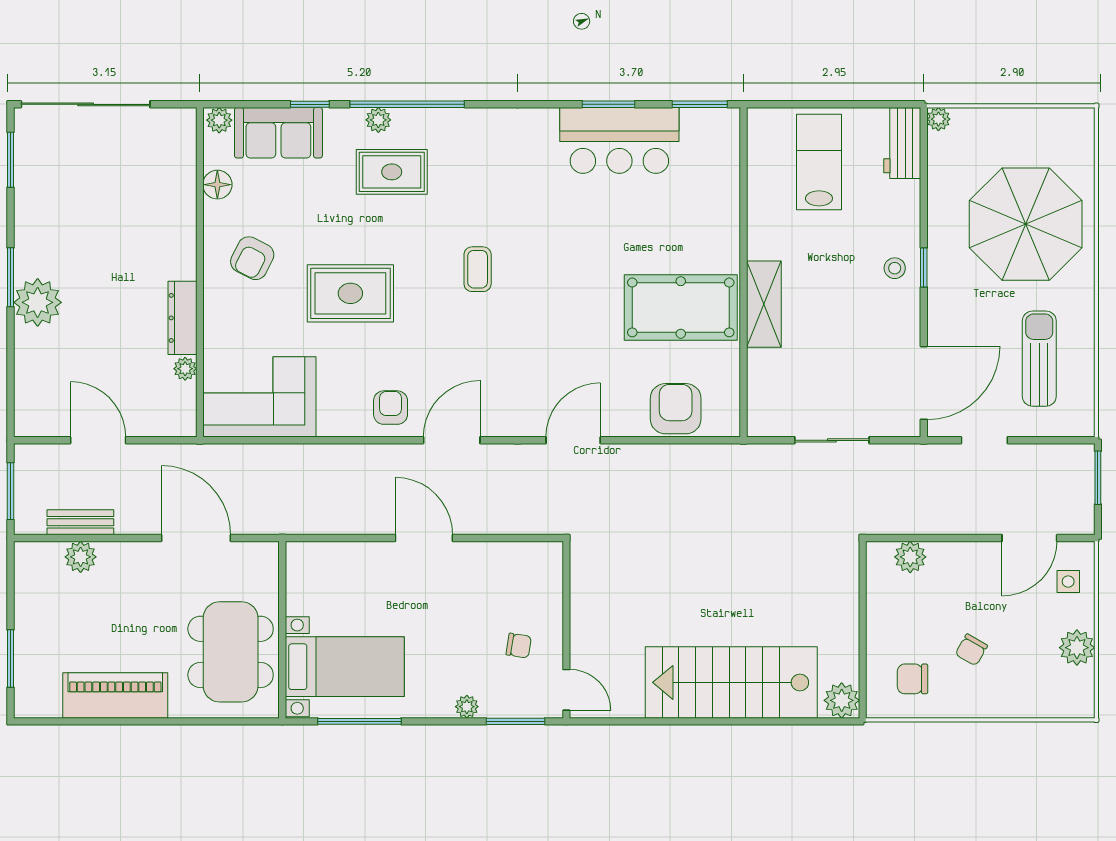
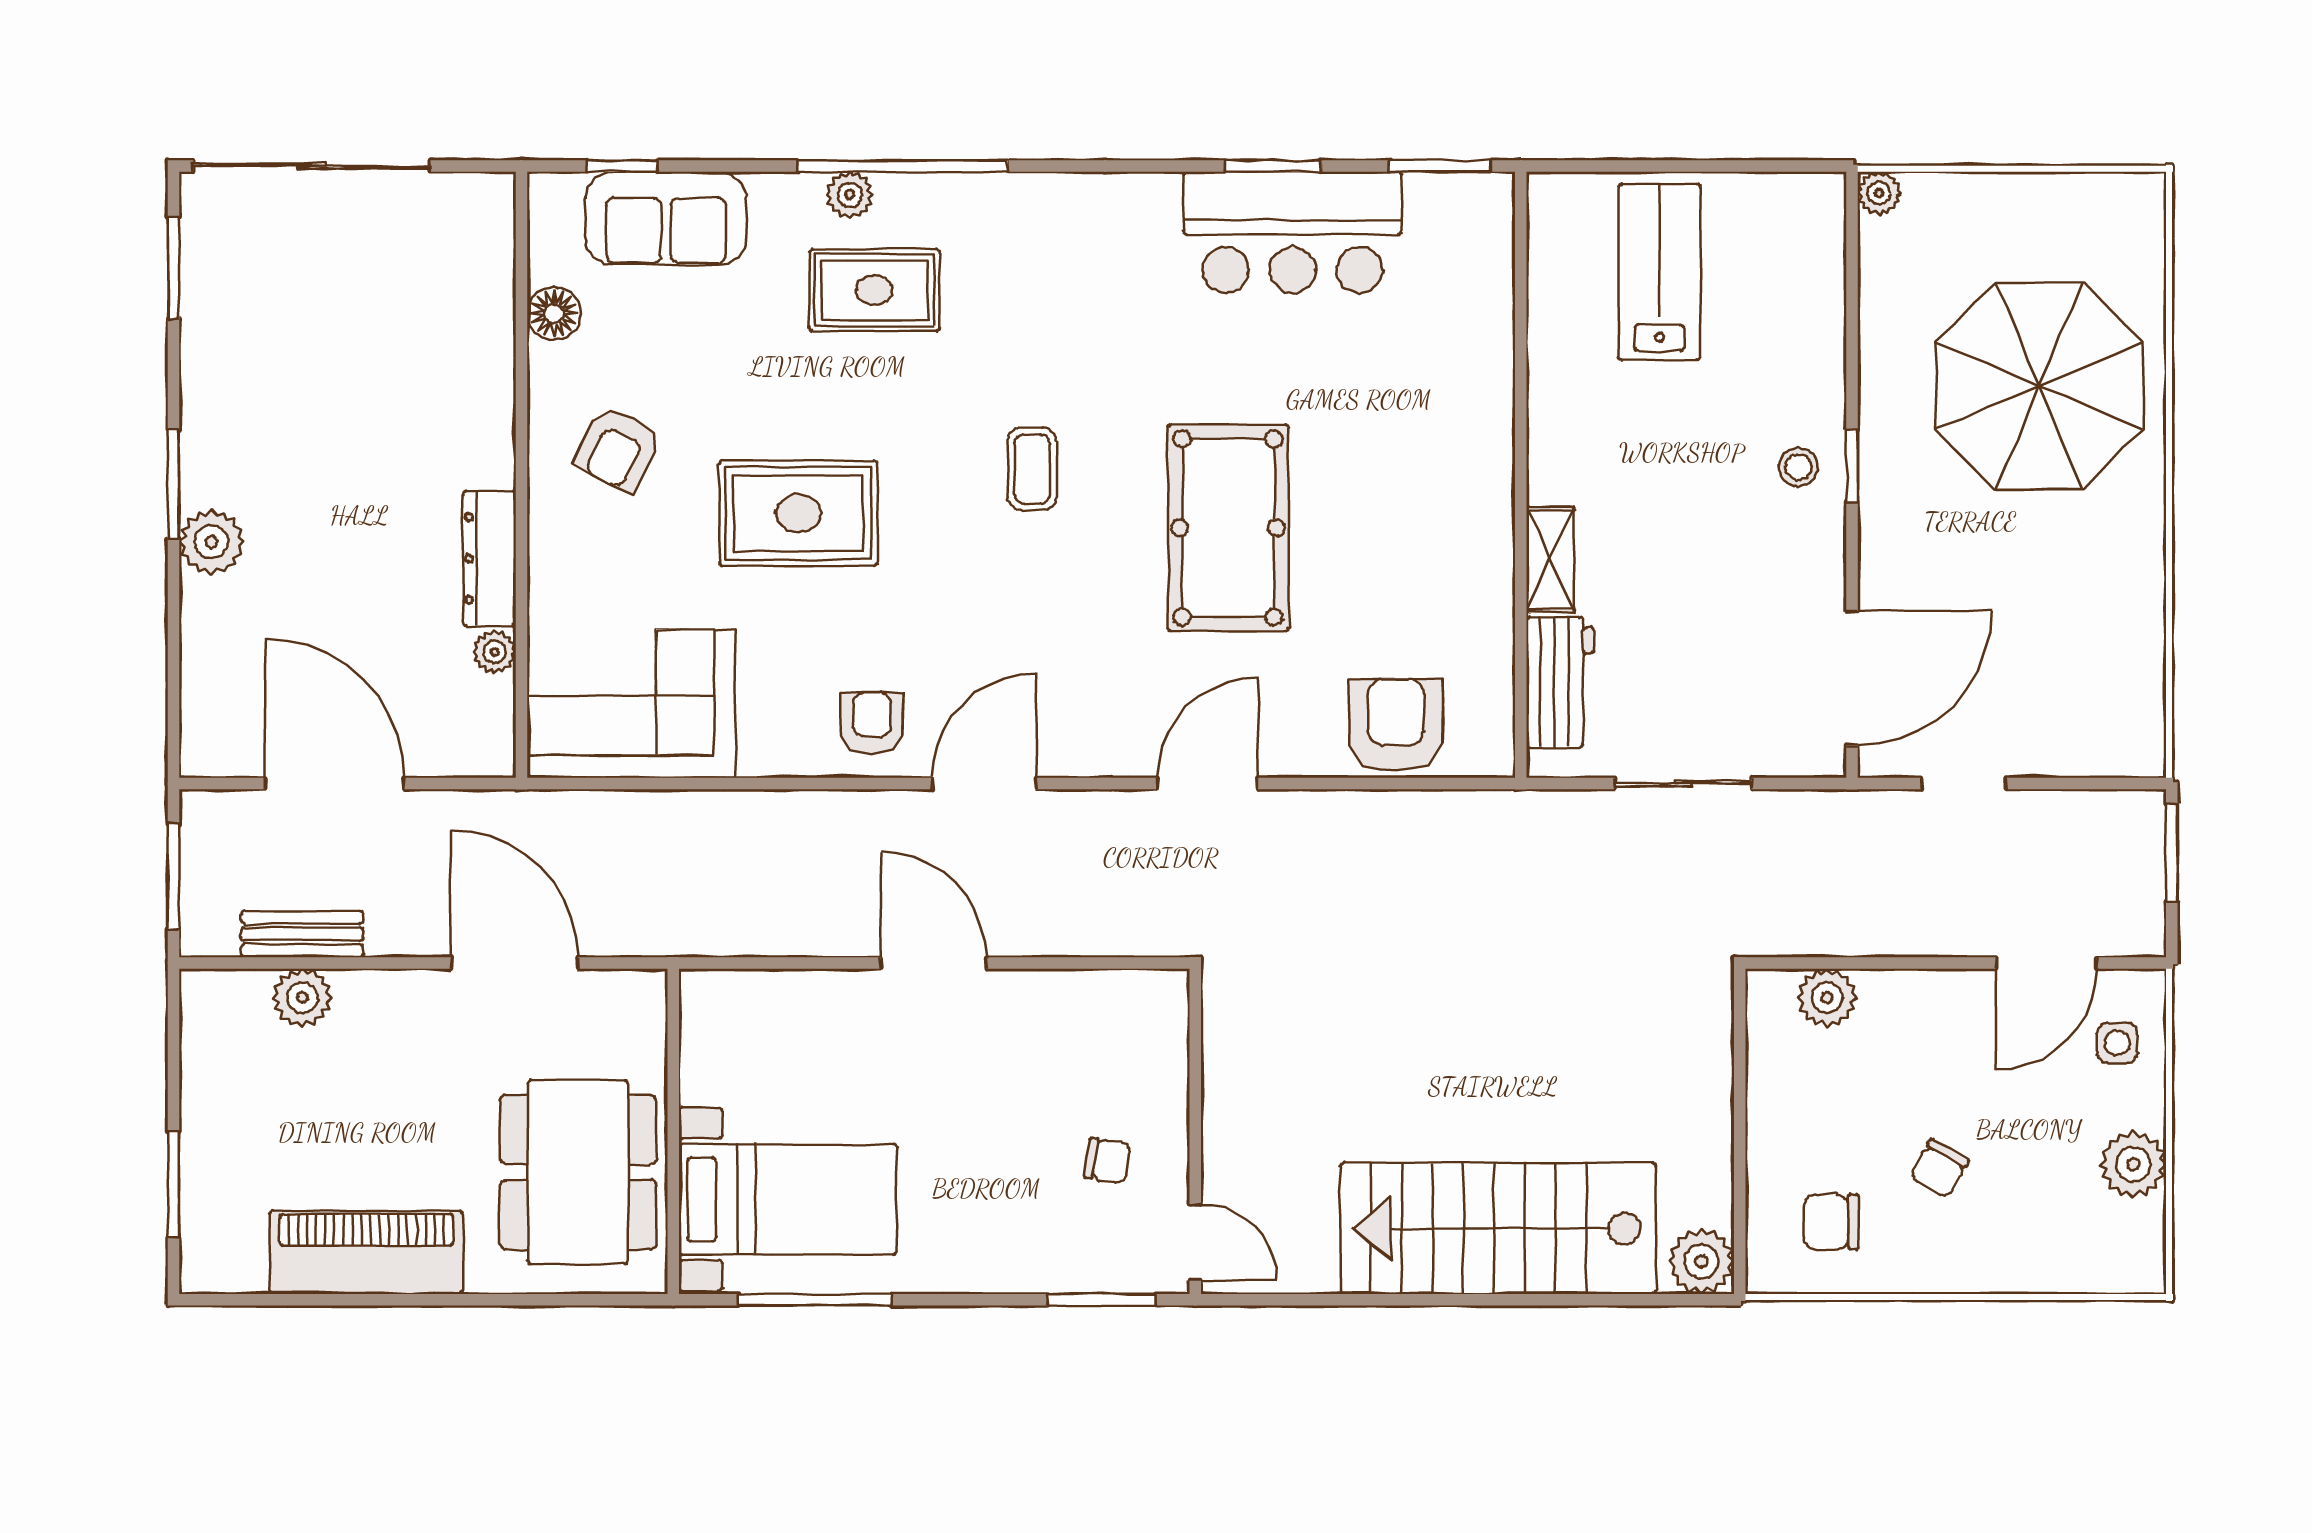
window: (310, 104) -> (622, 166), moved
plant: (219, 120) -> (557, 195), removed
workbench: (902, 143) -> (1560, 682), moved, turned 180
plant: (38, 302) -> (212, 542), width x0.73, depth x0.73
shelving: (764, 304) -> (1550, 560), width x0.67, depth x0.75
pool table: (681, 307) -> (1228, 528), moved, turned 90
sun lounger: (1039, 359) -> (2064, 633), removed
door: (98, 440) -> (335, 783), width x1.36
plant: (467, 707) -> (1012, 1273), removed

